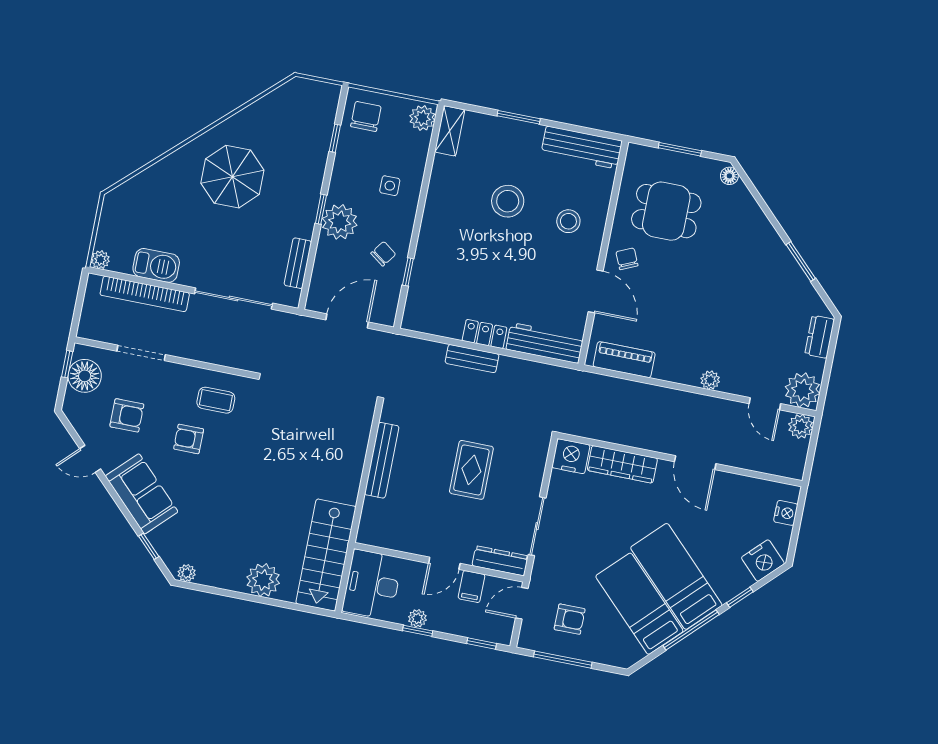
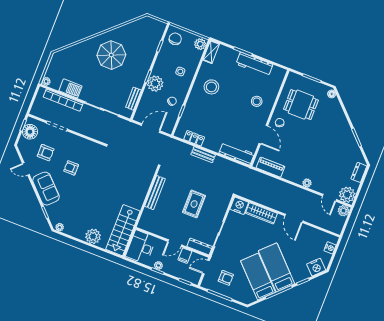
workbench: (582, 148) -> (254, 64), moved
stool: (508, 201) -> (211, 87), moved
locker: (485, 334) -> (194, 138), moved
coffee table: (216, 400) -> (86, 153), removed

